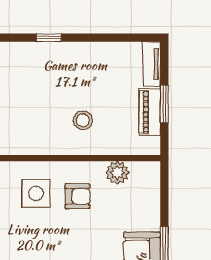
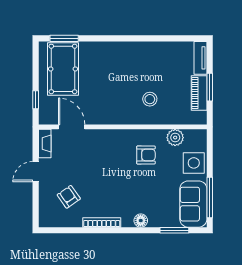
window: (49, 38) -> (125, 38), removed
side table: (36, 193) -> (194, 163), moved

